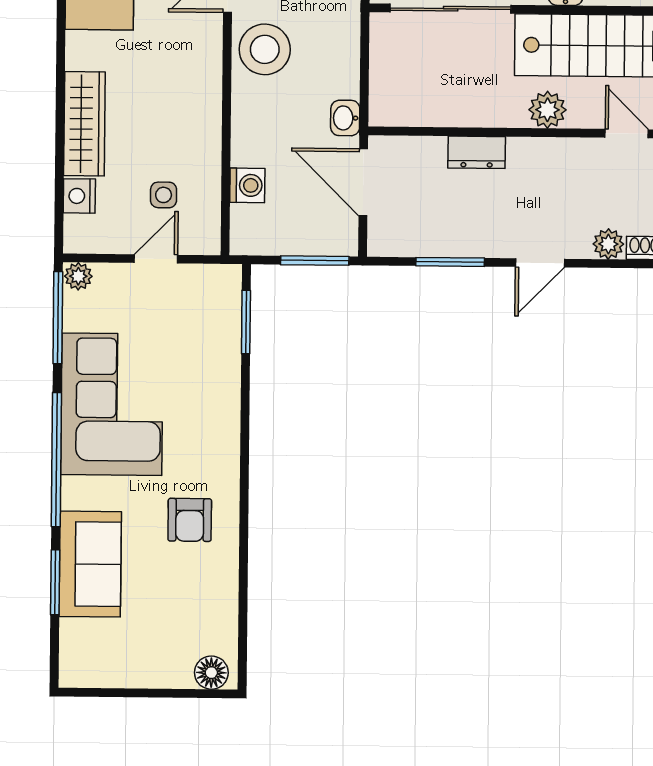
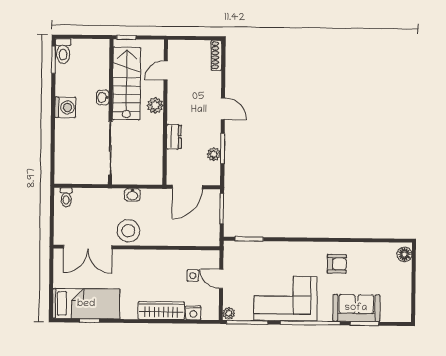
washbasin: (345, 118) -> (132, 195), moved
washing machine: (247, 185) -> (189, 238), removed
plant: (608, 244) -> (214, 154), moved

